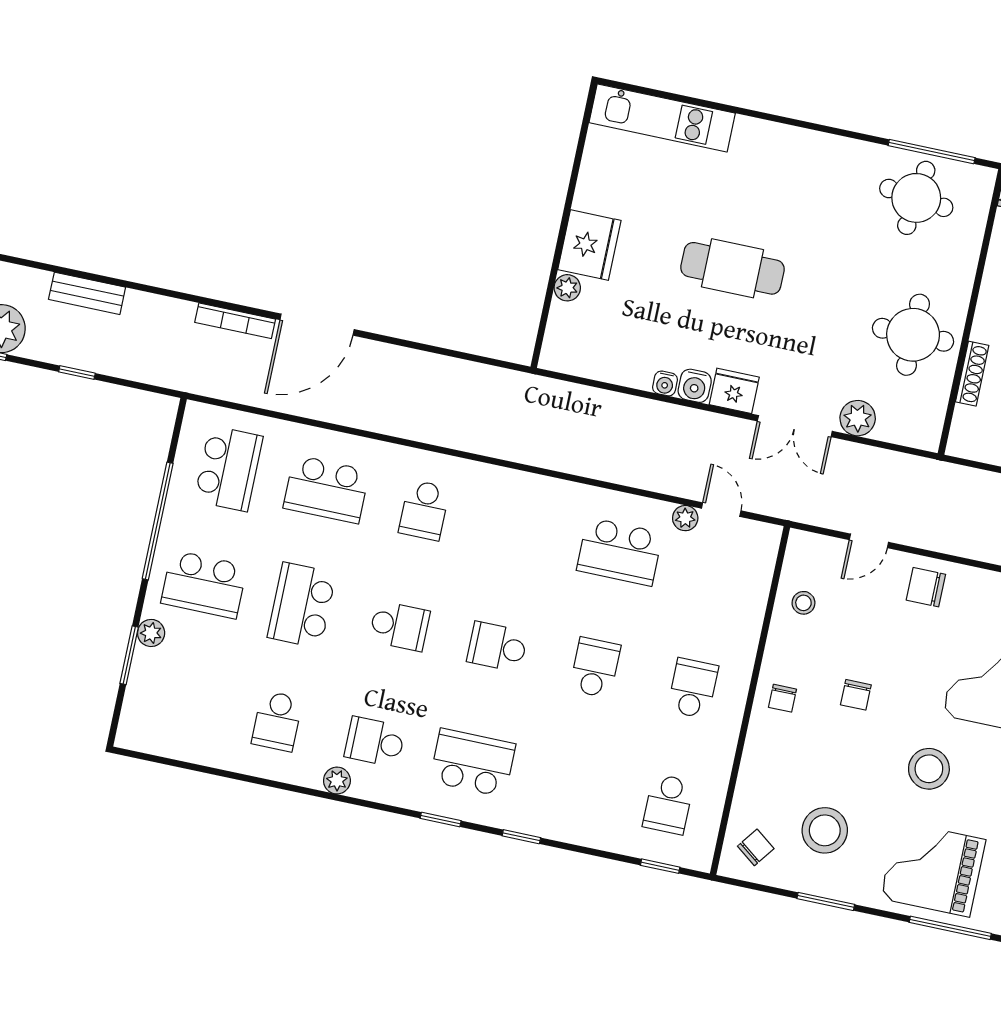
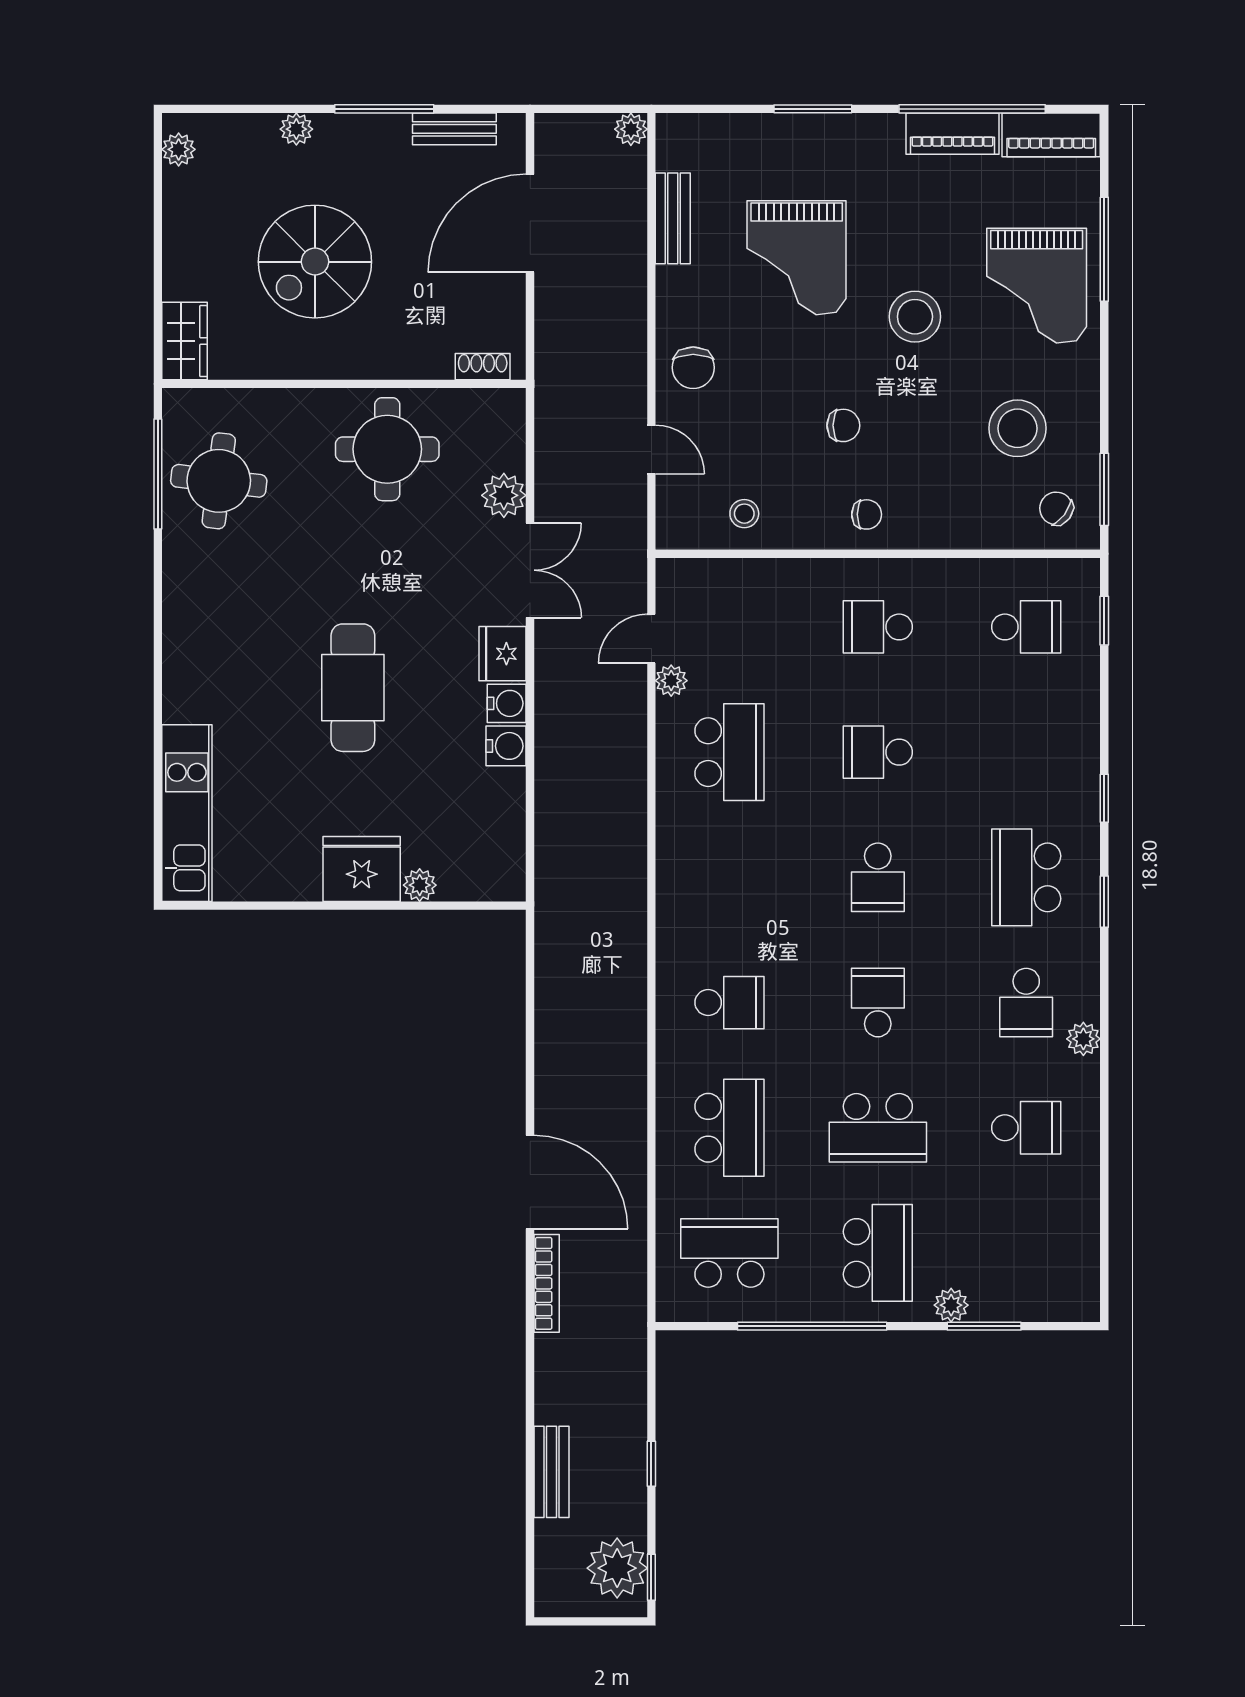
shoe rack: (972, 374) -> (483, 367), moved, width x0.70
water cooler: (665, 383) -> (506, 746), width x1.38, depth x1.38
window: (826, 901) -> (1104, 489), moved

